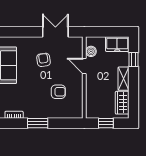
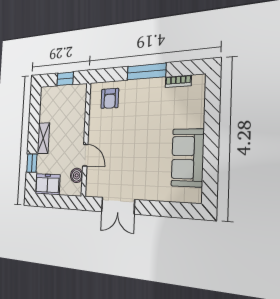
armchair: (44, 60) -> (135, 165), removed
armchair: (58, 92) -> (110, 98), moved, turned -90
wardrobe: (122, 103) -> (47, 107), removed
window: (38, 123) -> (146, 72), width x1.44

